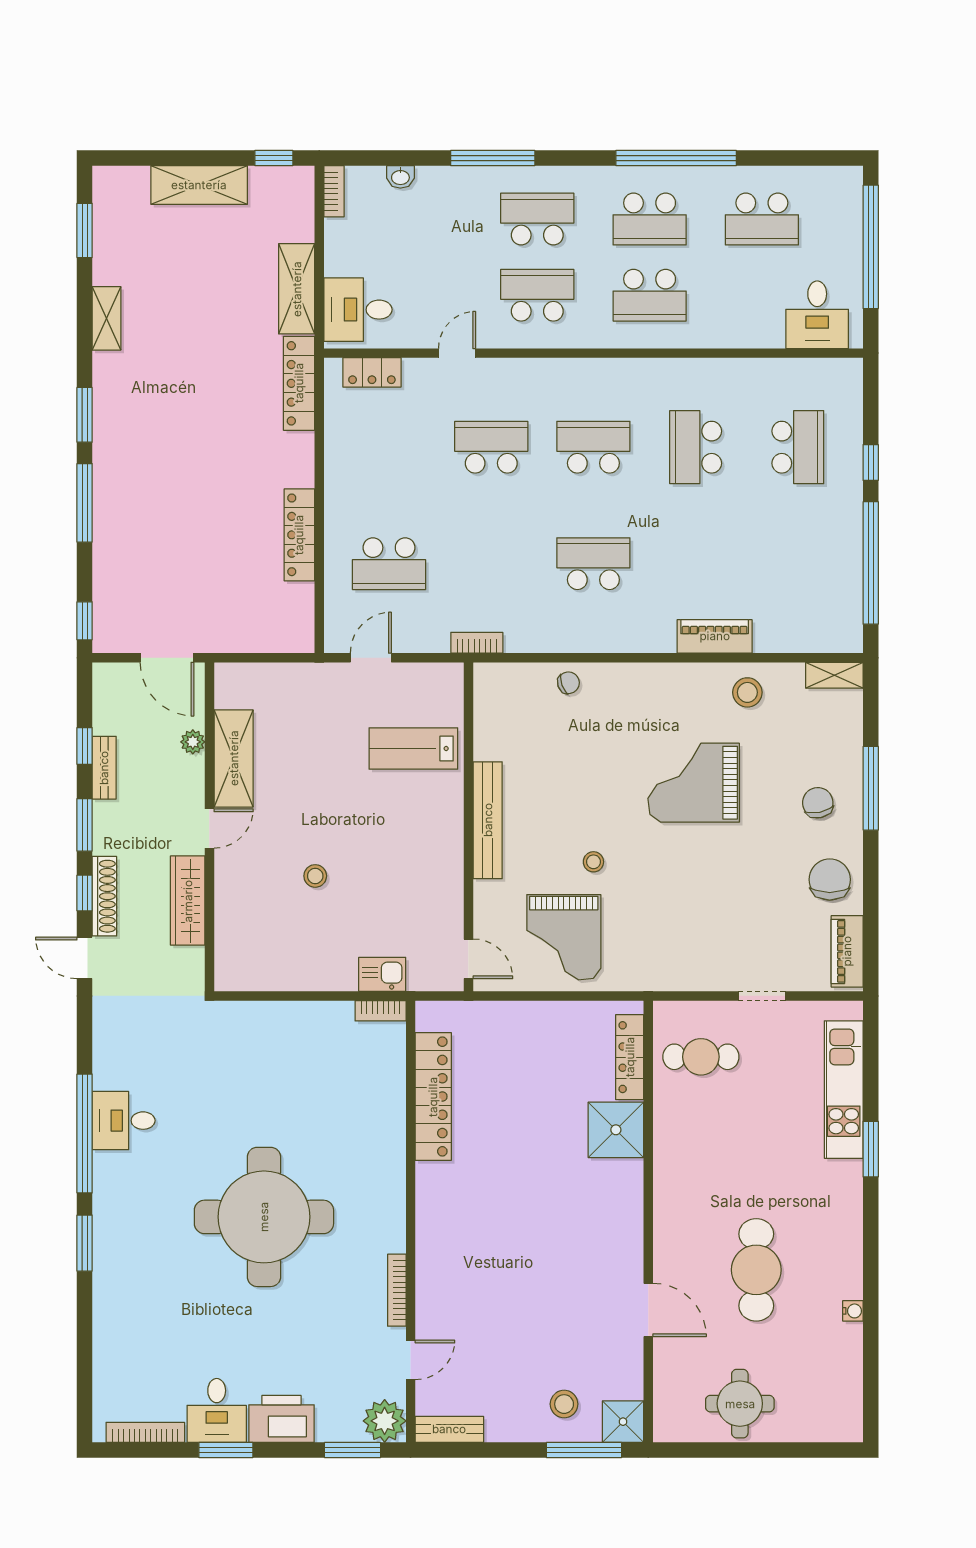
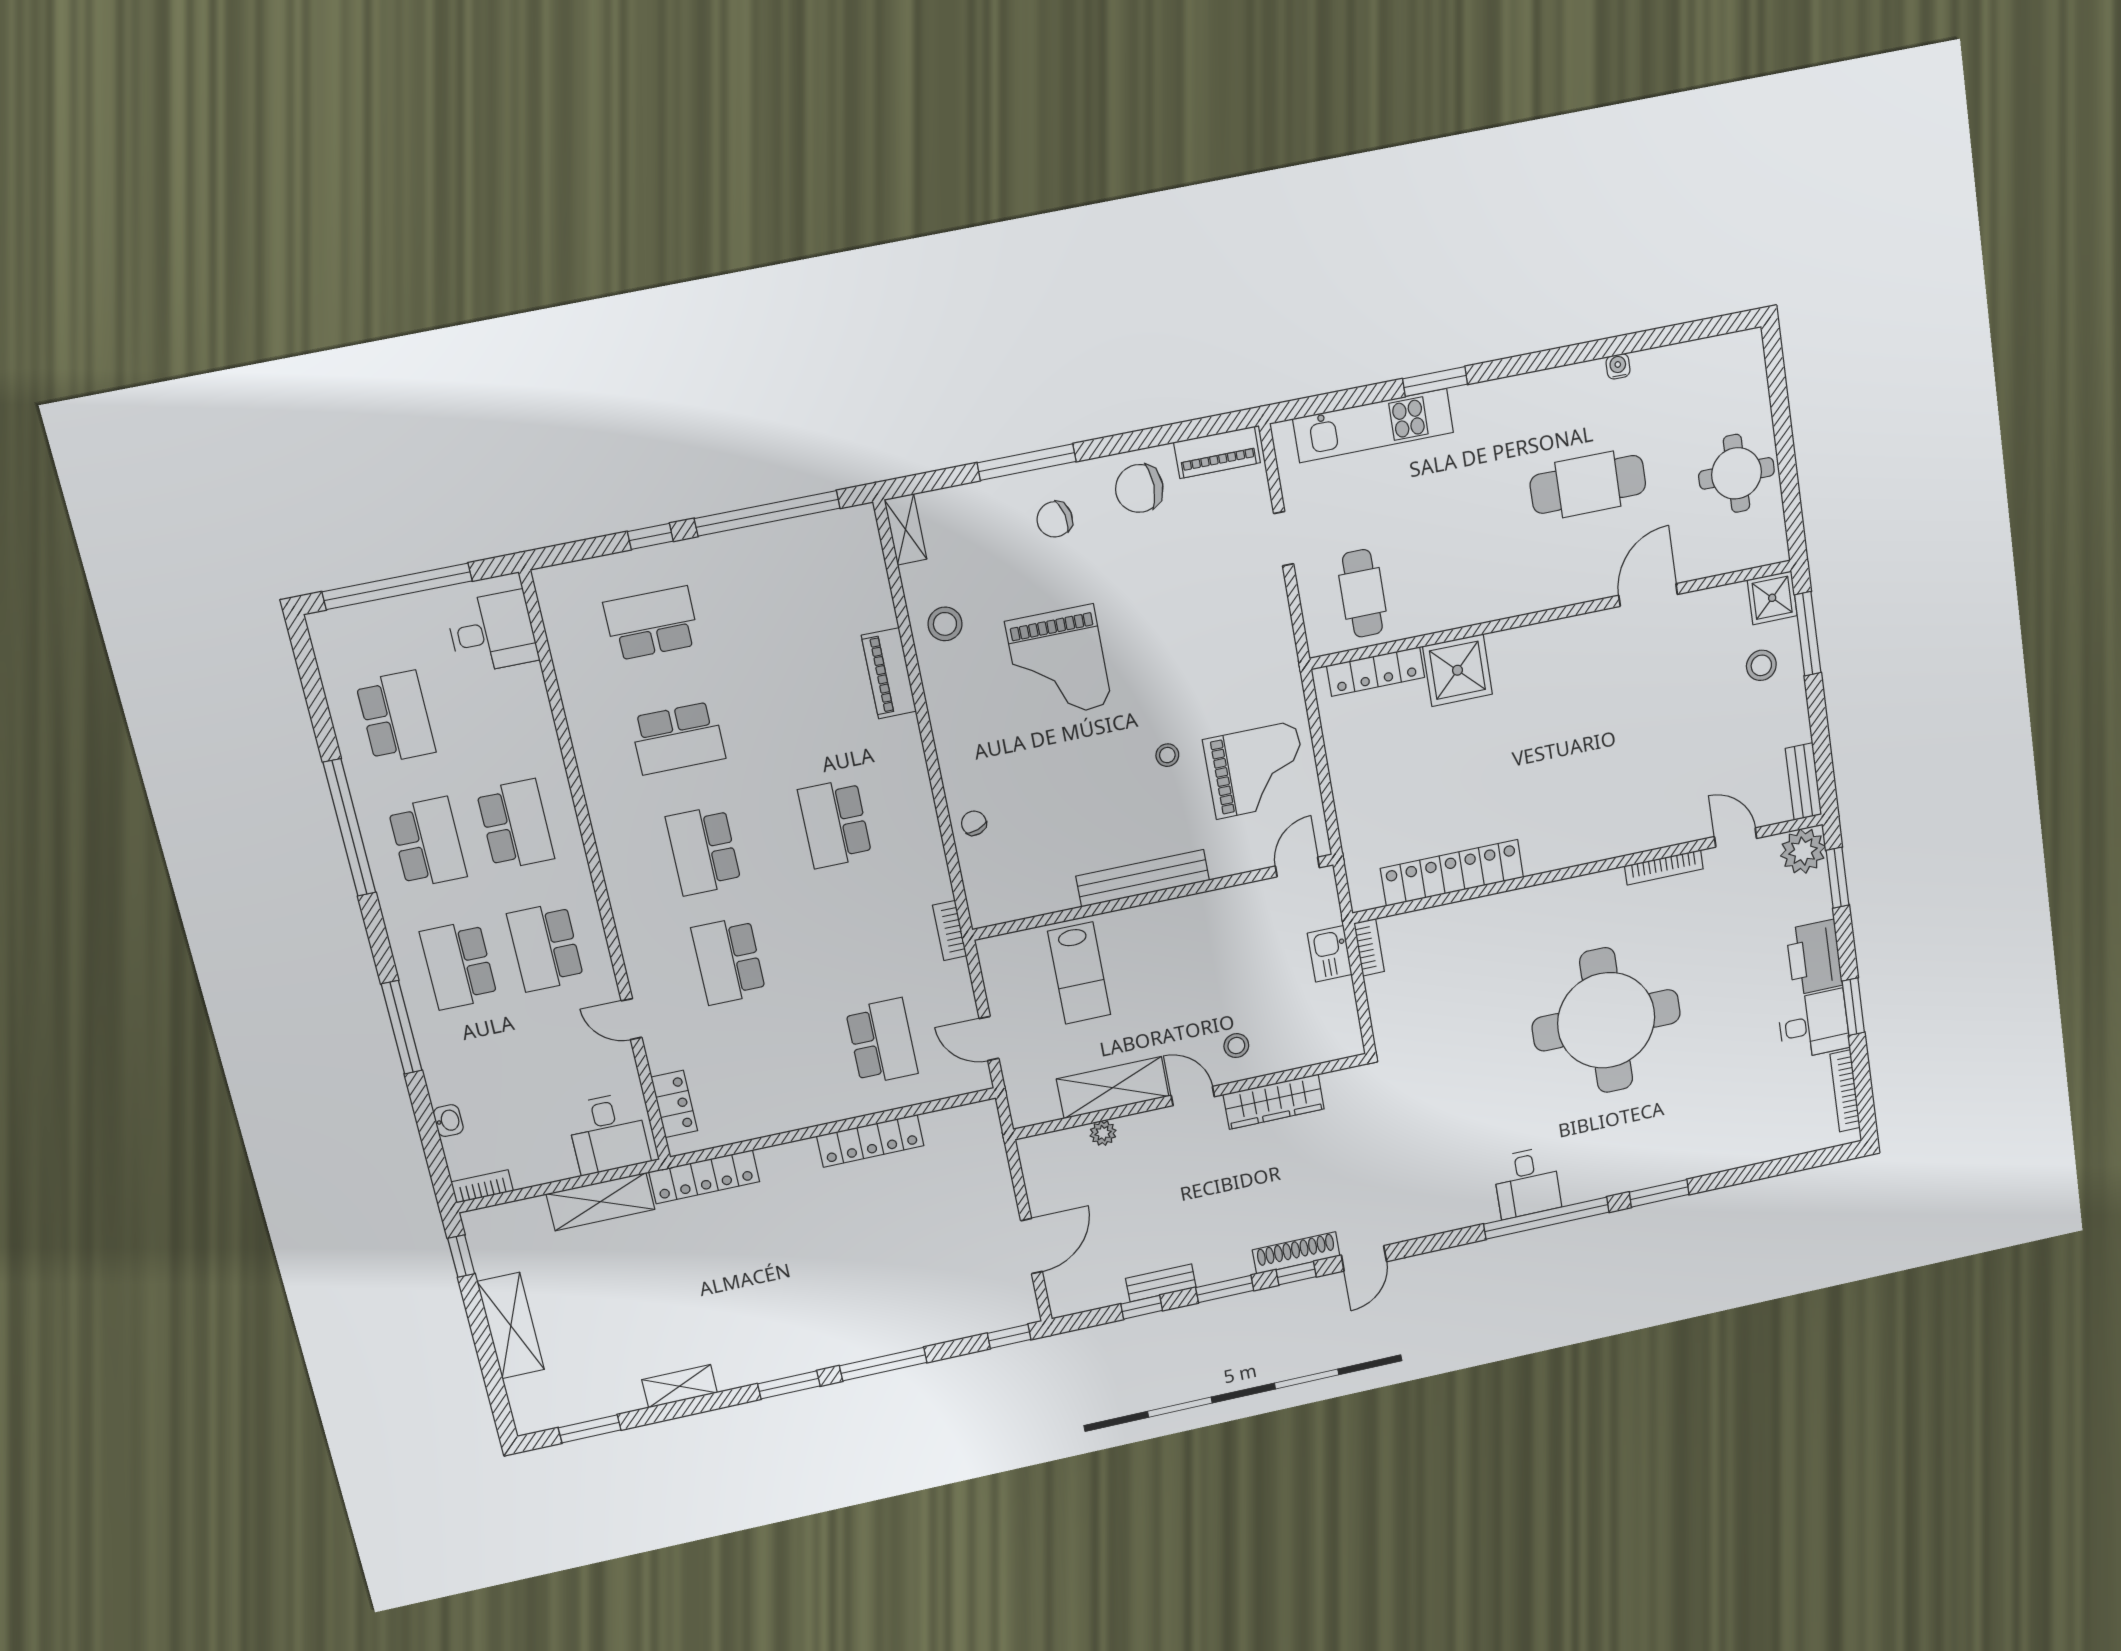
plant: (193, 742) -> (1103, 1133), moved
shelving: (234, 758) -> (1113, 1088), moved
wall: (209, 827) -> (1191, 1096), moved
door: (209, 829) -> (1193, 1096), moved
wardrobe: (188, 901) -> (1274, 1102), moved

